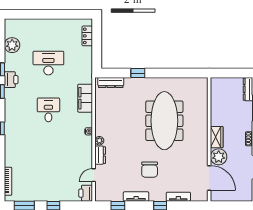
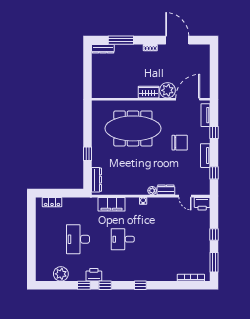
wardrobe: (217, 137) -> (149, 92), moved
wall: (209, 139) -> (151, 99), moved
plant: (219, 157) -> (167, 90), moved
door: (209, 178) -> (188, 99), moved

